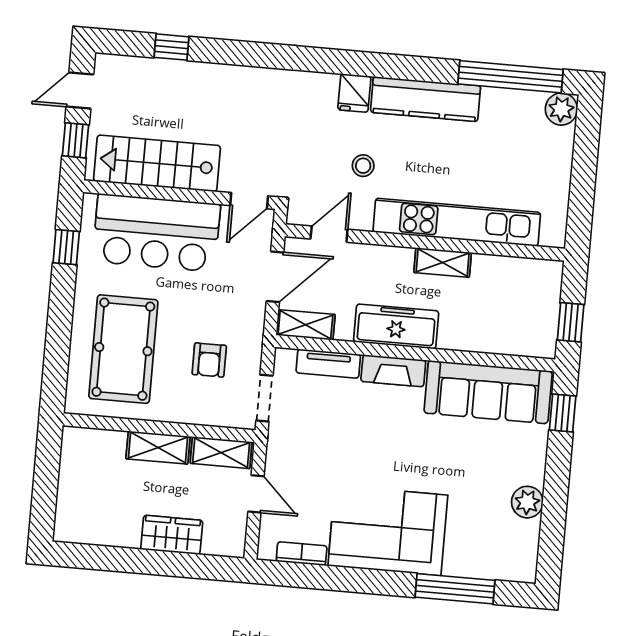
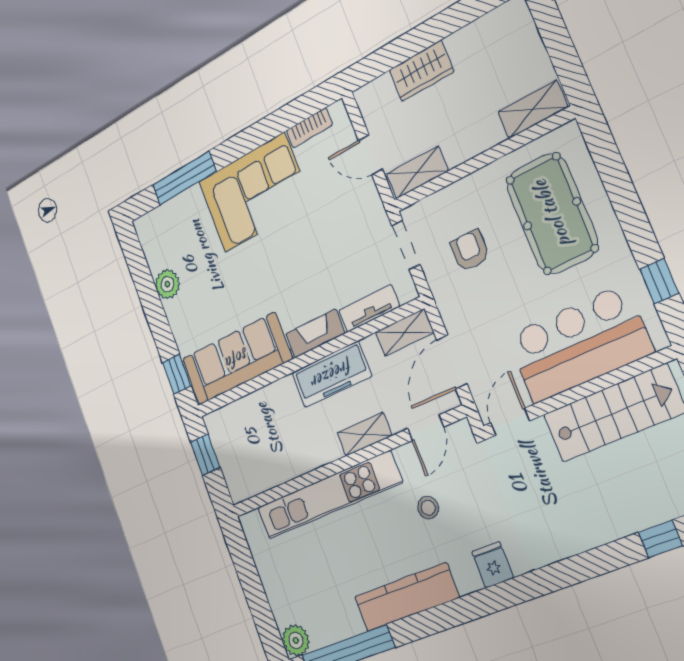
fridge: (354, 93) -> (493, 565), moved
shelving: (443, 263) -> (364, 434), moved
shelving: (158, 448) -> (533, 109), moved

